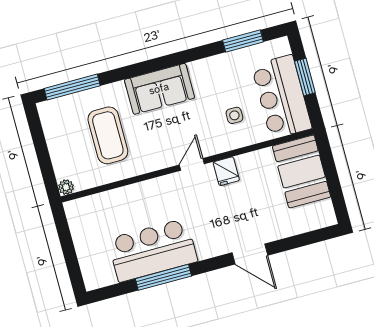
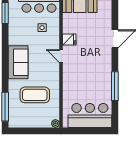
bar counter: (153, 250) -> (90, 115), moved, turned 90

